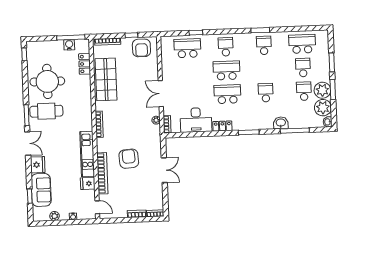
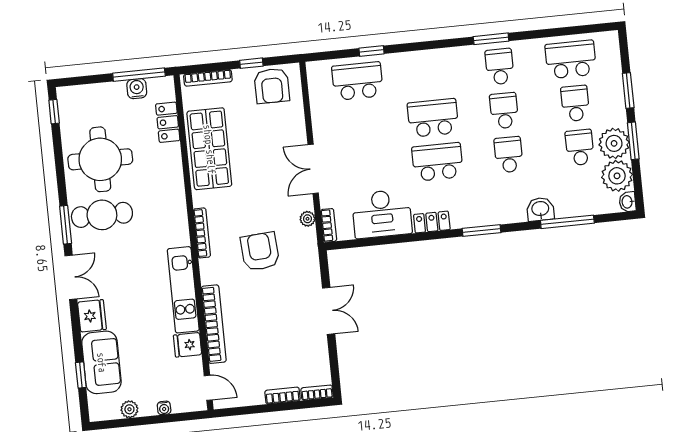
school desk: (226, 47) -> (504, 111), moved
armchair: (129, 159) -> (260, 251), moved

